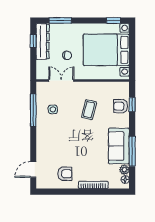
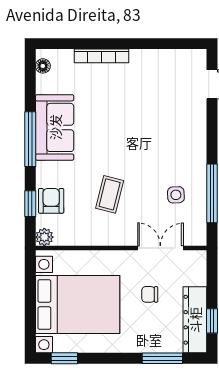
double door: (61, 80) -> (160, 248), swing flipped
armchair: (121, 106) -> (51, 201), turned -90
window: (132, 151) -> (30, 139), moved
plant: (124, 170) -> (44, 237), moved
armchair: (65, 174) -> (154, 76), removed

